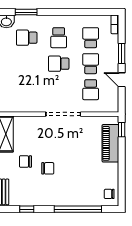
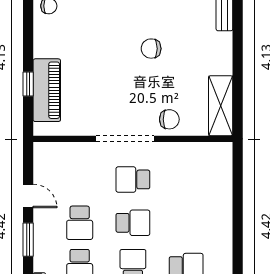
school desk: (91, 90) -> (133, 179), moved, turned -90
window: (122, 130) -> (28, 84), moved
chair: (25, 161) -> (169, 119), moved

